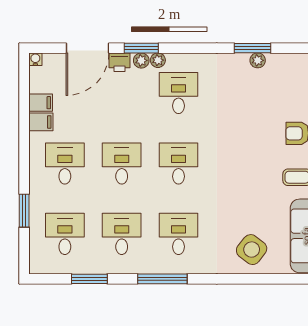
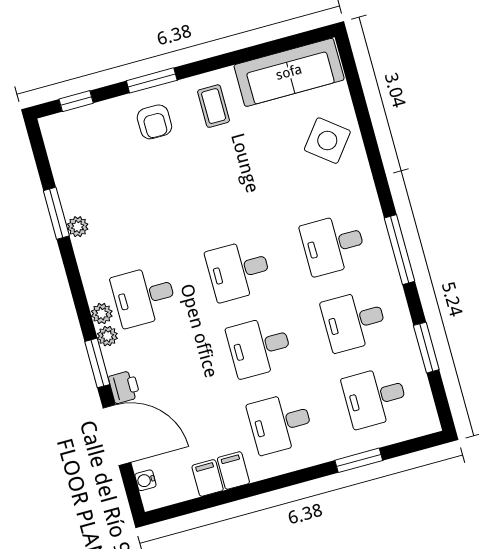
water cooler: (35, 59) -> (145, 480), moved
plant: (141, 60) -> (102, 314), moved
plant: (258, 60) -> (78, 227), moved

